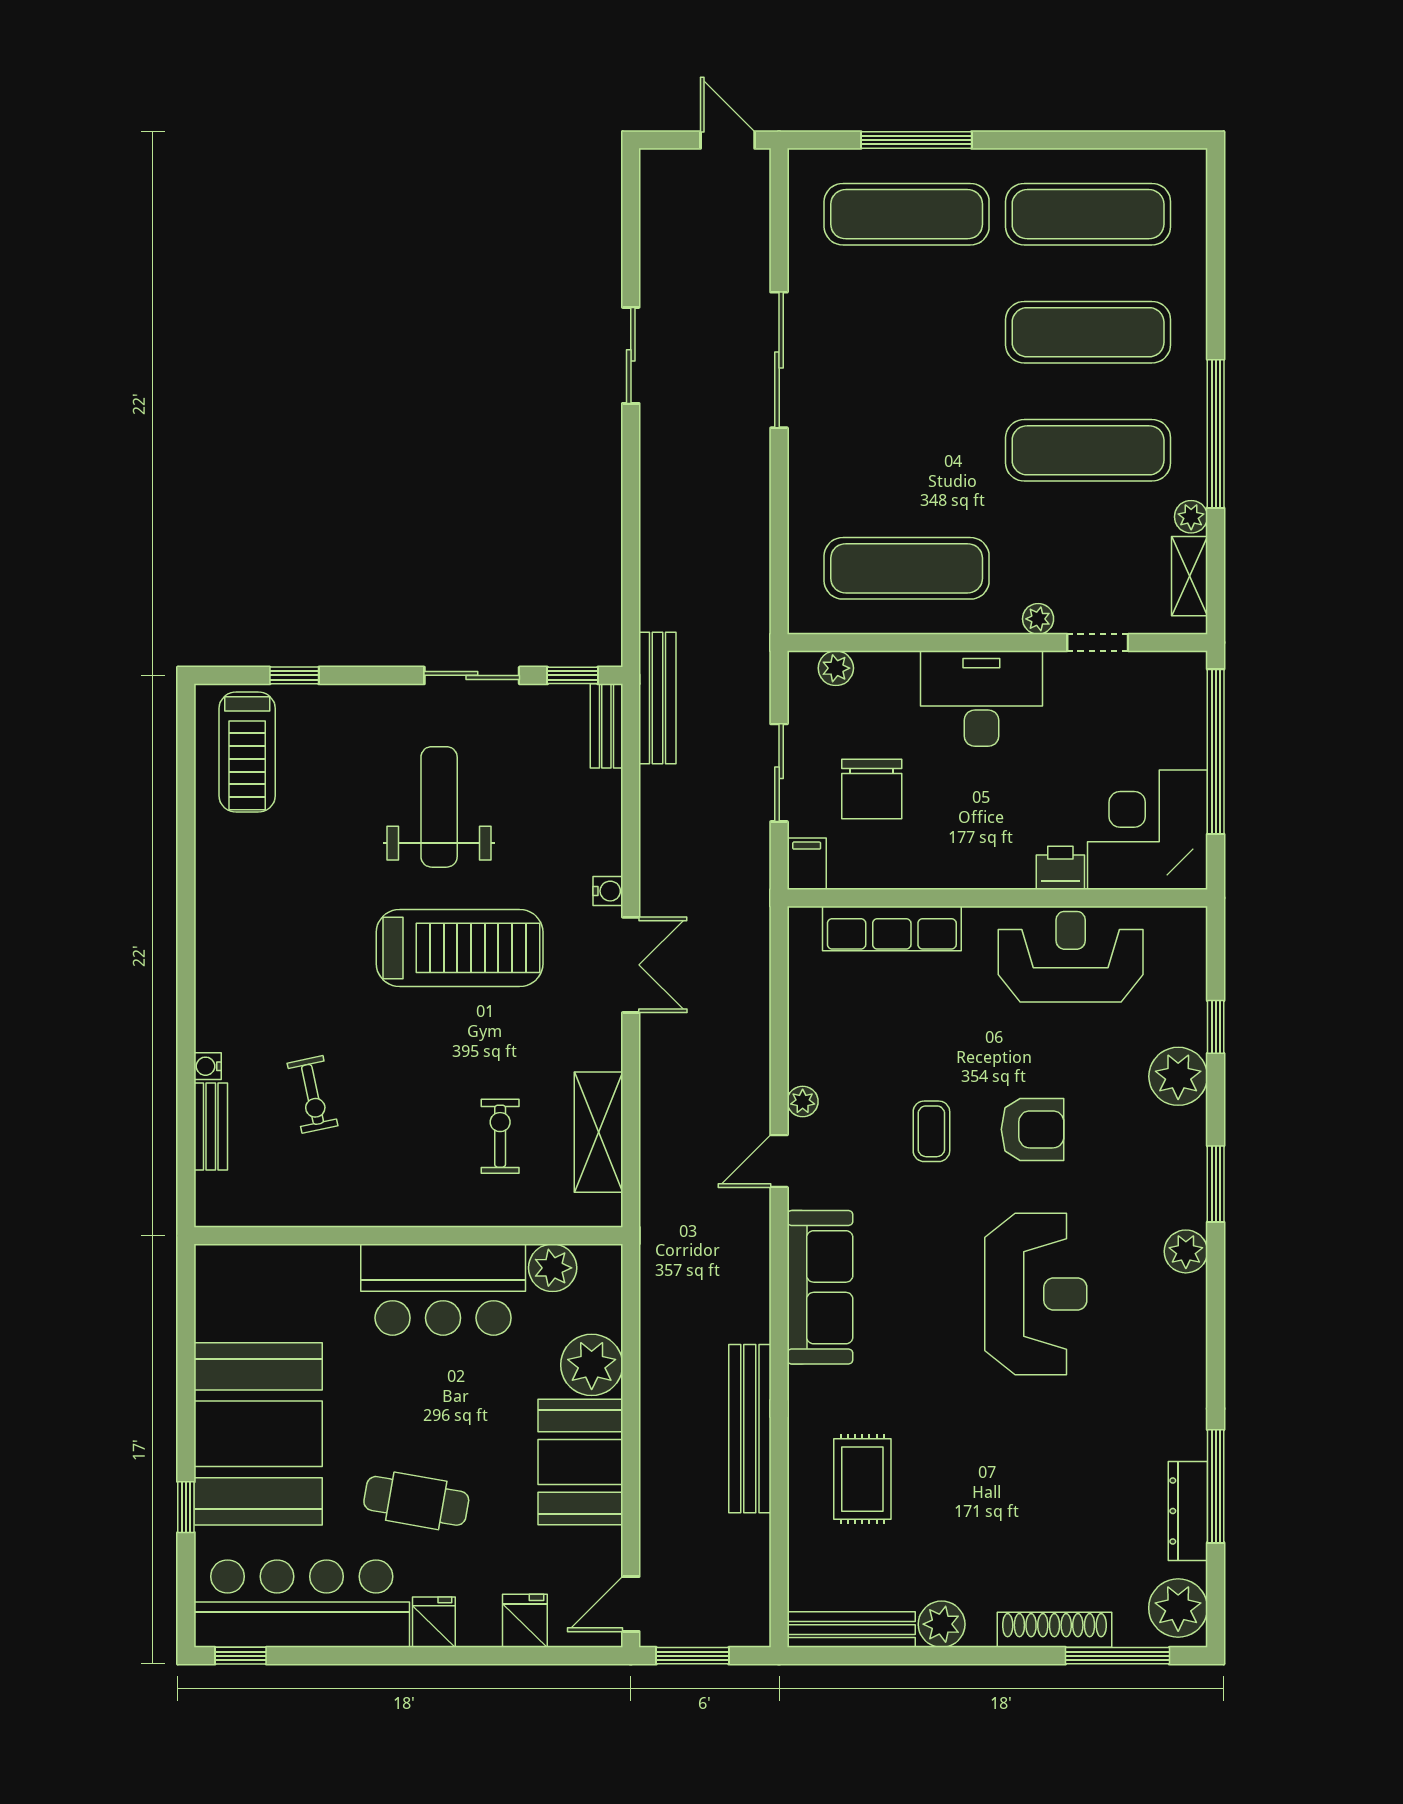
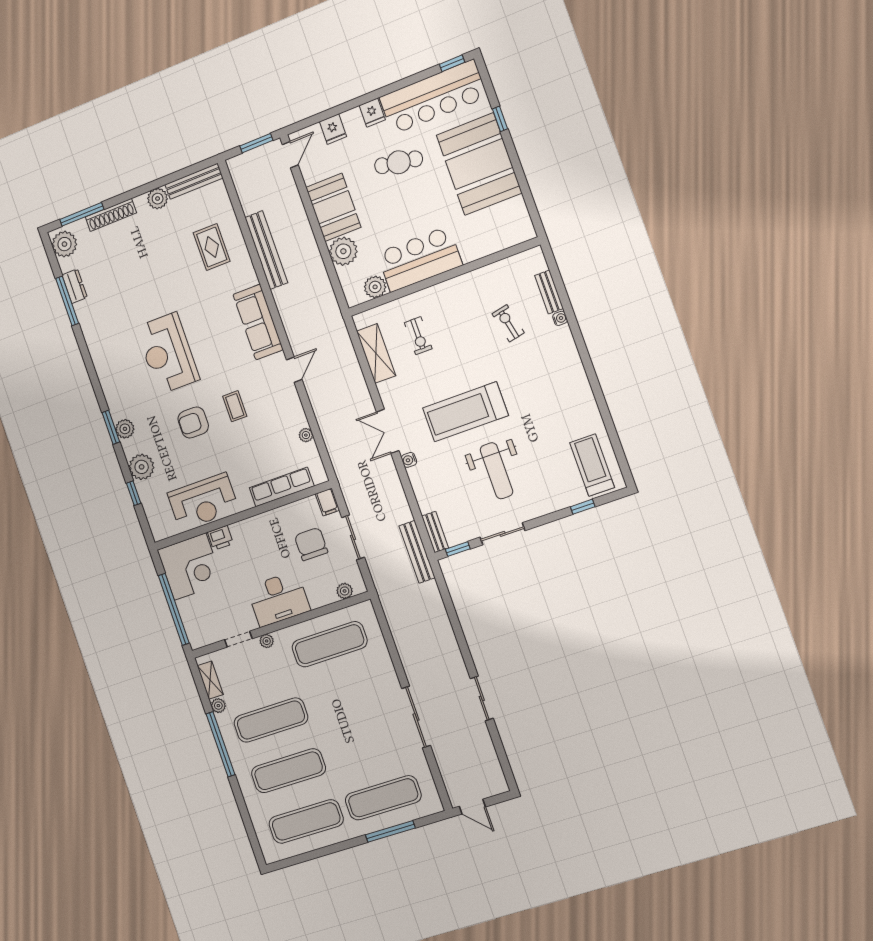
plant: (803, 1101) -> (306, 435), moved
plant: (1186, 1251) -> (125, 429), moved
dresser: (1188, 1511) -> (75, 286), width x0.70

